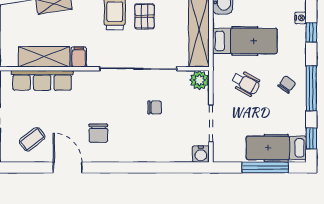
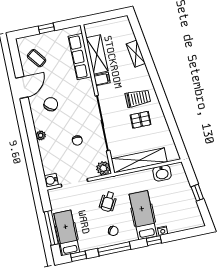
hospital bed: (245, 41) -> (143, 215), moved, turned 180
chair: (98, 133) -> (51, 104), turned 124
plant: (137, 156) -> (41, 135), added

